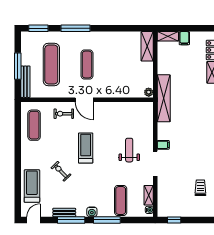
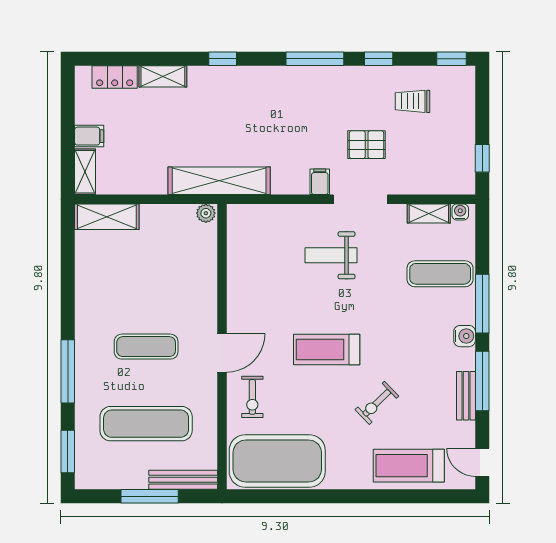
exercise mat: (34, 125) -> (277, 461), width x2.00, depth x1.45
pallet: (180, 166) -> (367, 145), added

